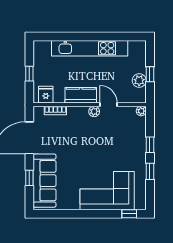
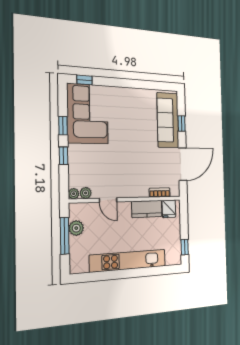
window: (29, 74) -> (185, 247), moved
window: (150, 74) -> (65, 236), width x2.17
kitchen counter: (81, 95) -> (147, 209), moved
plant: (94, 111) -> (86, 193), moved
corner sofa: (107, 191) -> (88, 114), moved, turned -90

